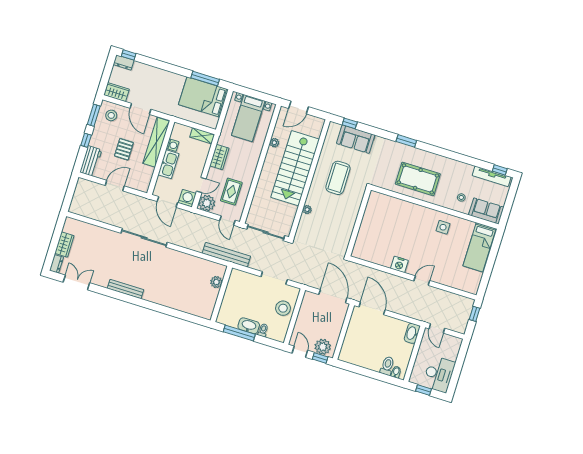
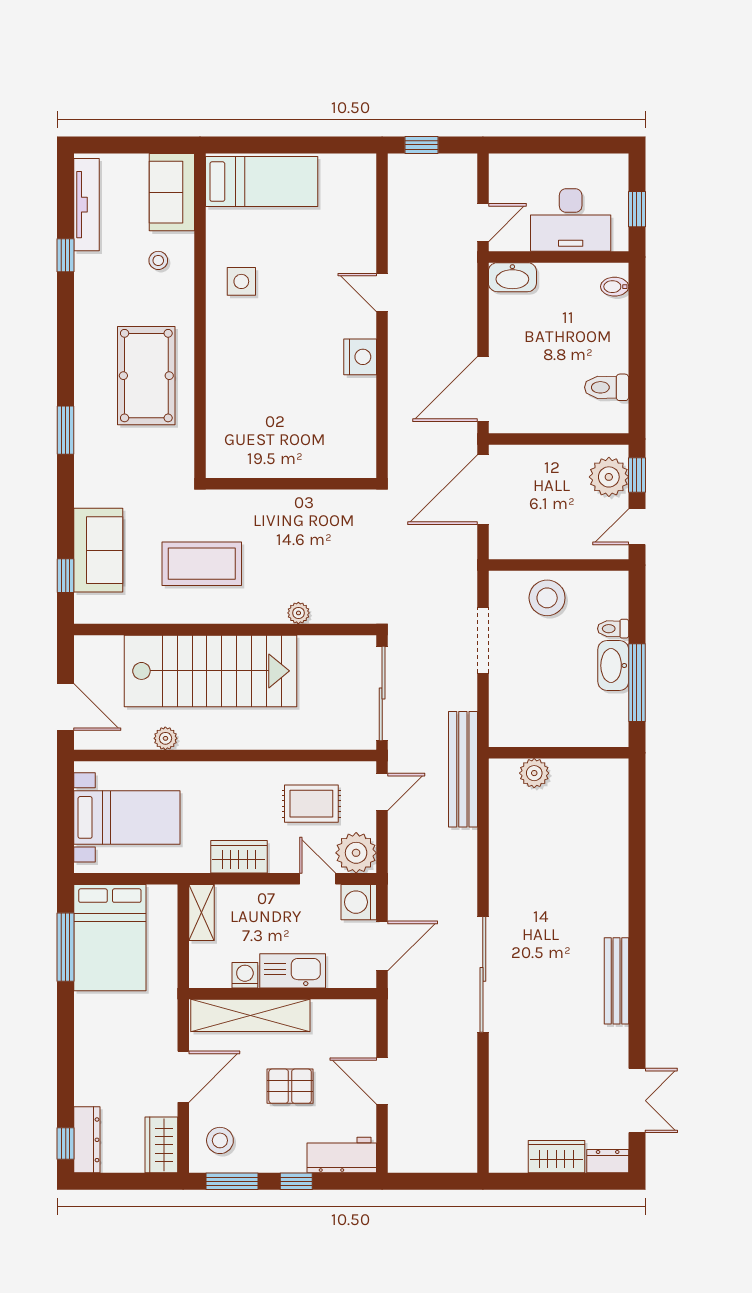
dresser: (124, 62) -> (87, 1140), width x1.44
window: (500, 170) -> (66, 255), moved
double door: (76, 283) -> (637, 1101), swing flipped
toilet: (387, 366) -> (607, 387), moved
desk: (439, 374) -> (571, 220), moved, turned 180

